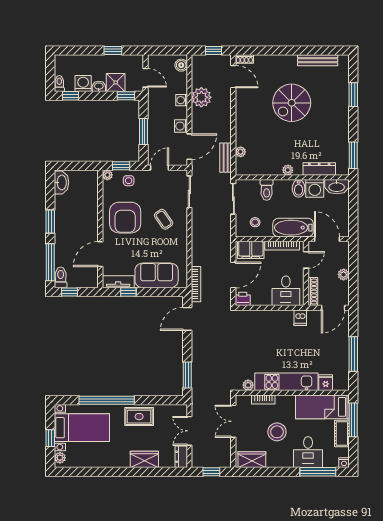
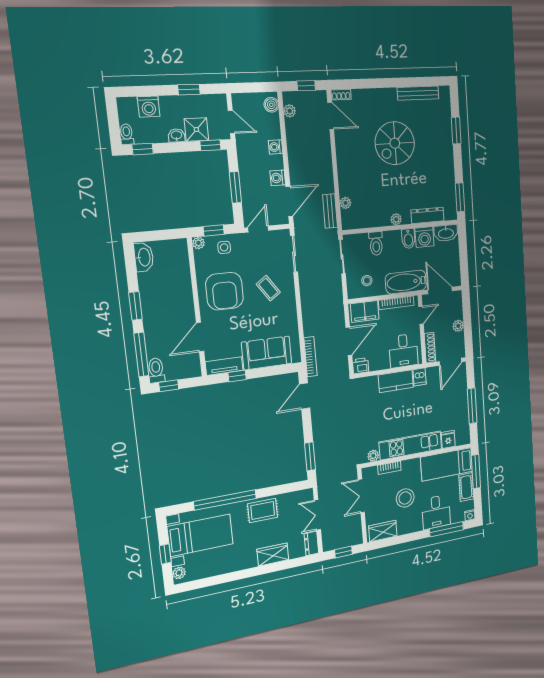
washing machine: (83, 84) -> (149, 107), moved, turned 180
plant: (201, 97) -> (290, 111), moved, width x0.53, depth x0.53
kitchen counter: (276, 318) -> (396, 381), added

